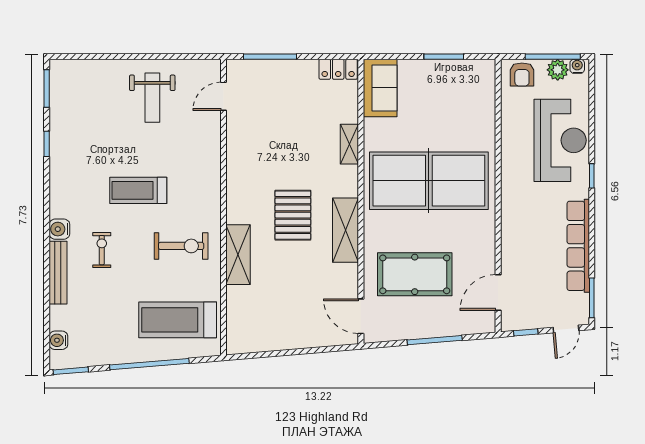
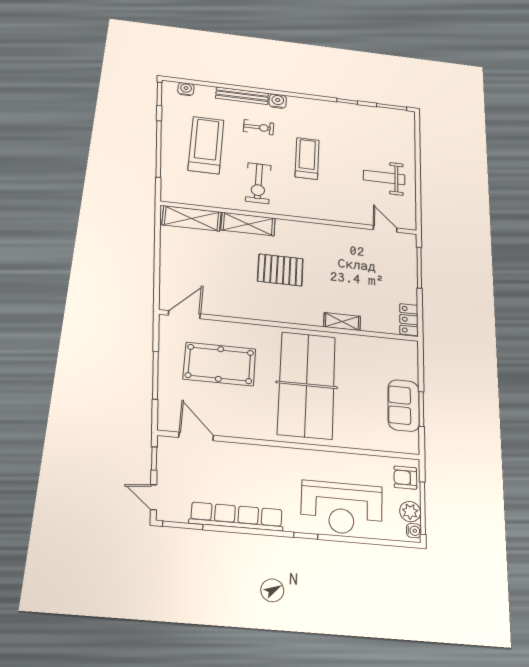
sofa: (380, 88) -> (404, 405), moved, turned 90
shelving: (345, 230) -> (192, 218), moved
pool table: (415, 274) -> (220, 364), turned 90
treadmill: (178, 320) -> (206, 145), moved

